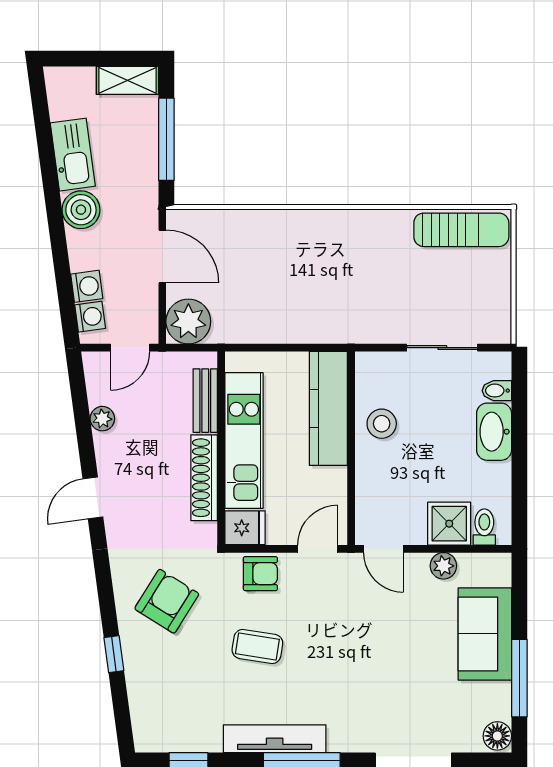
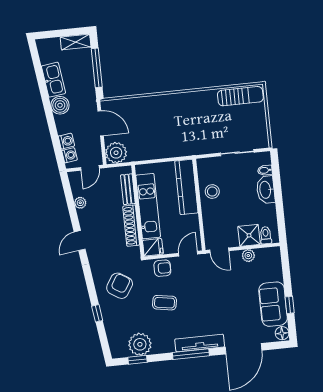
sofa: (485, 634) -> (273, 304), moved
window: (519, 678) -> (290, 305), width x0.46
plant: (197, 729) -> (140, 344), added
tv unit: (275, 739) -> (200, 343), moved

